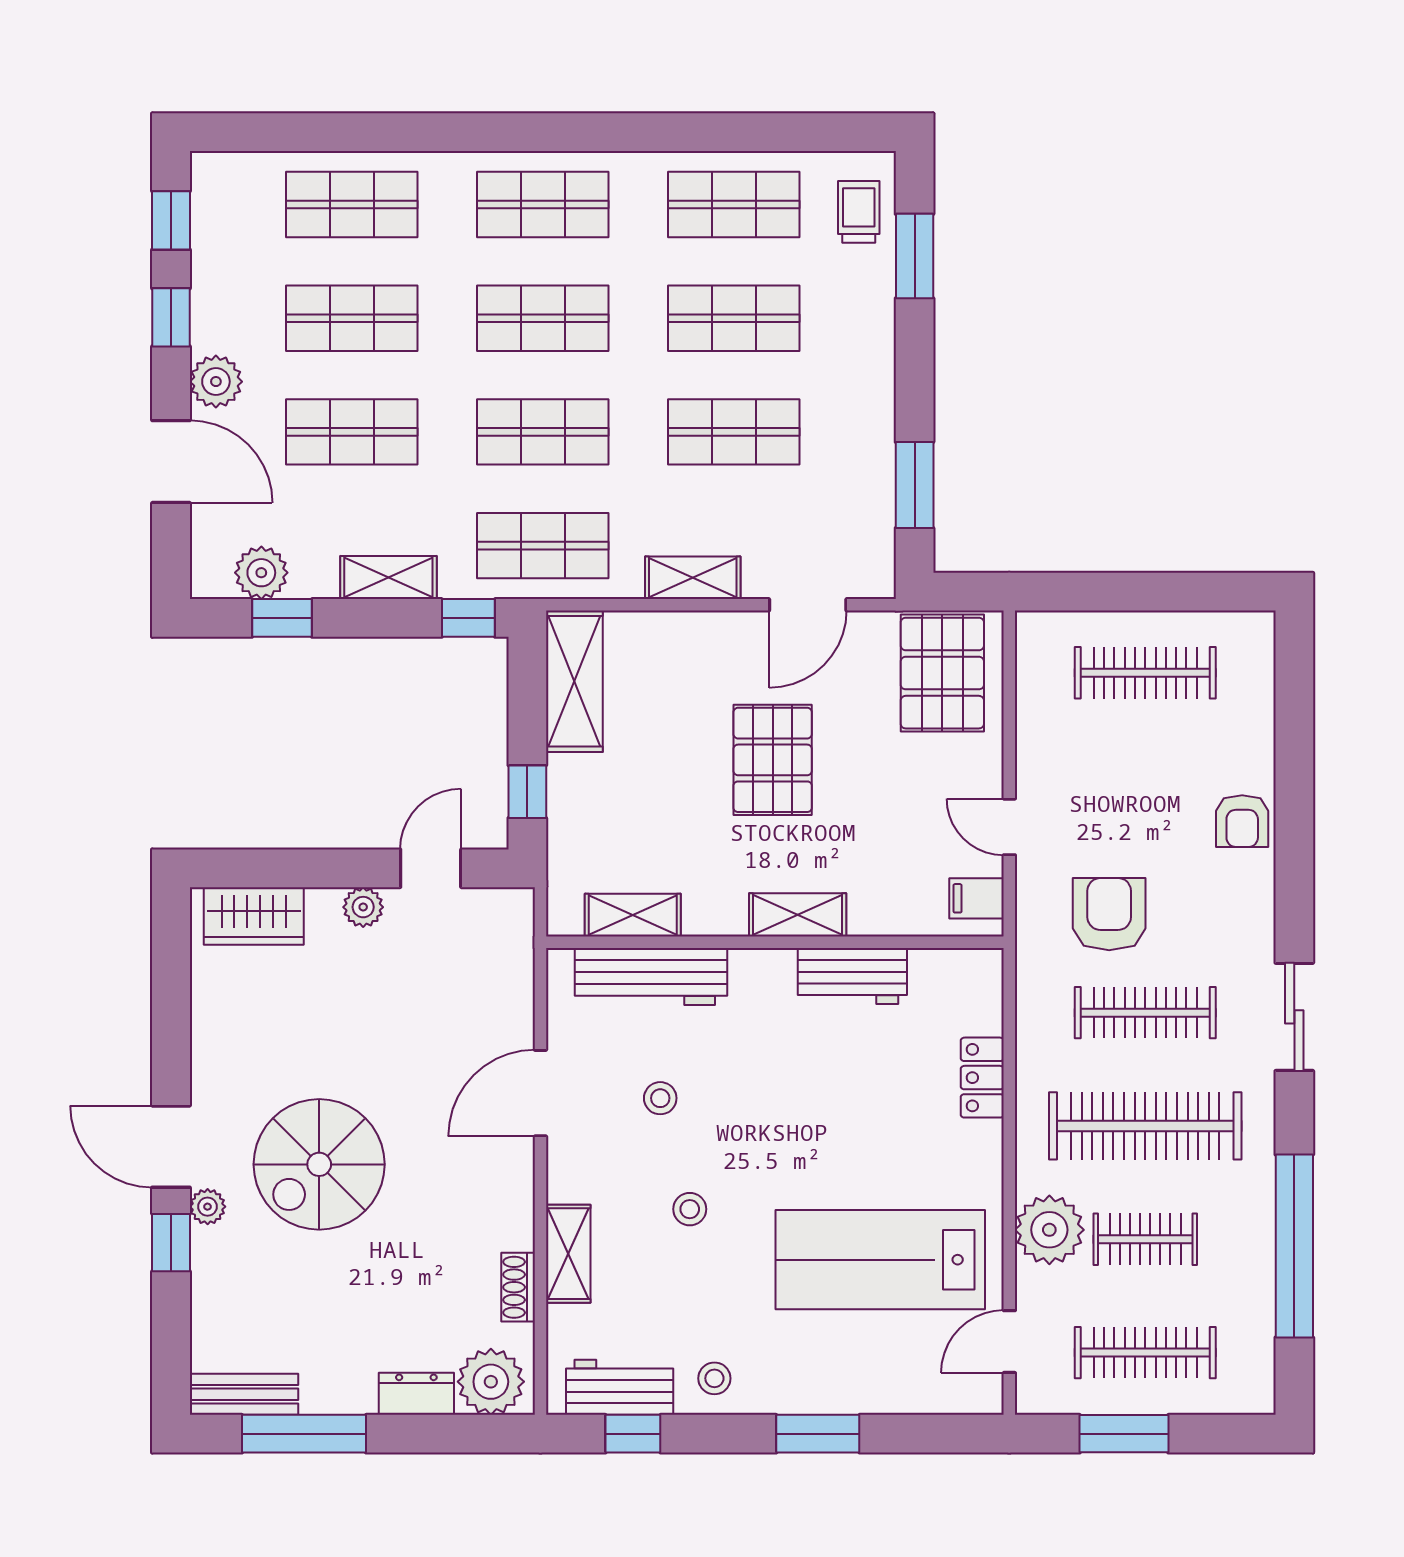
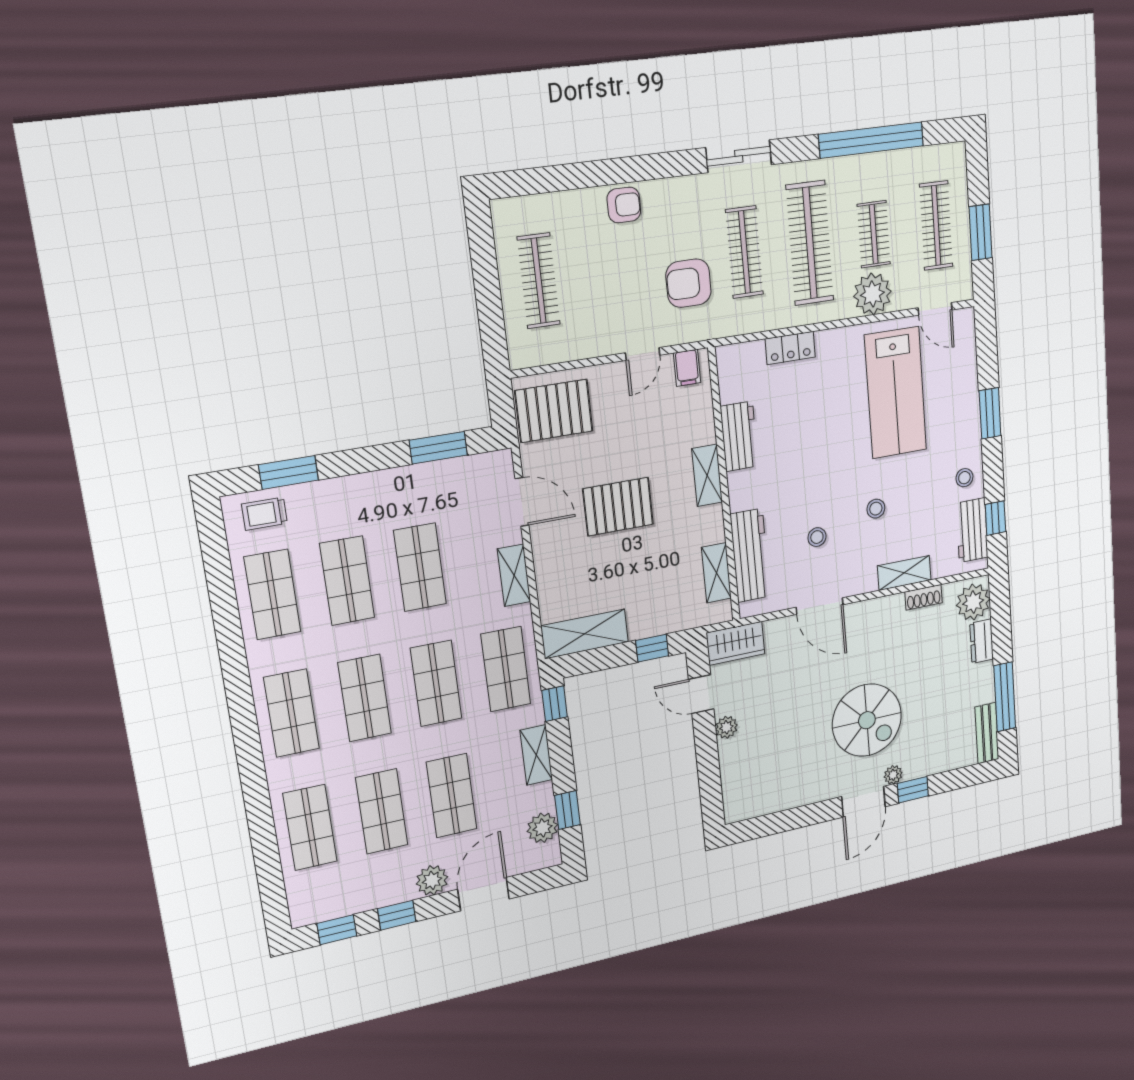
wardrobe: (254, 916) -> (735, 643), moved, turned 90

